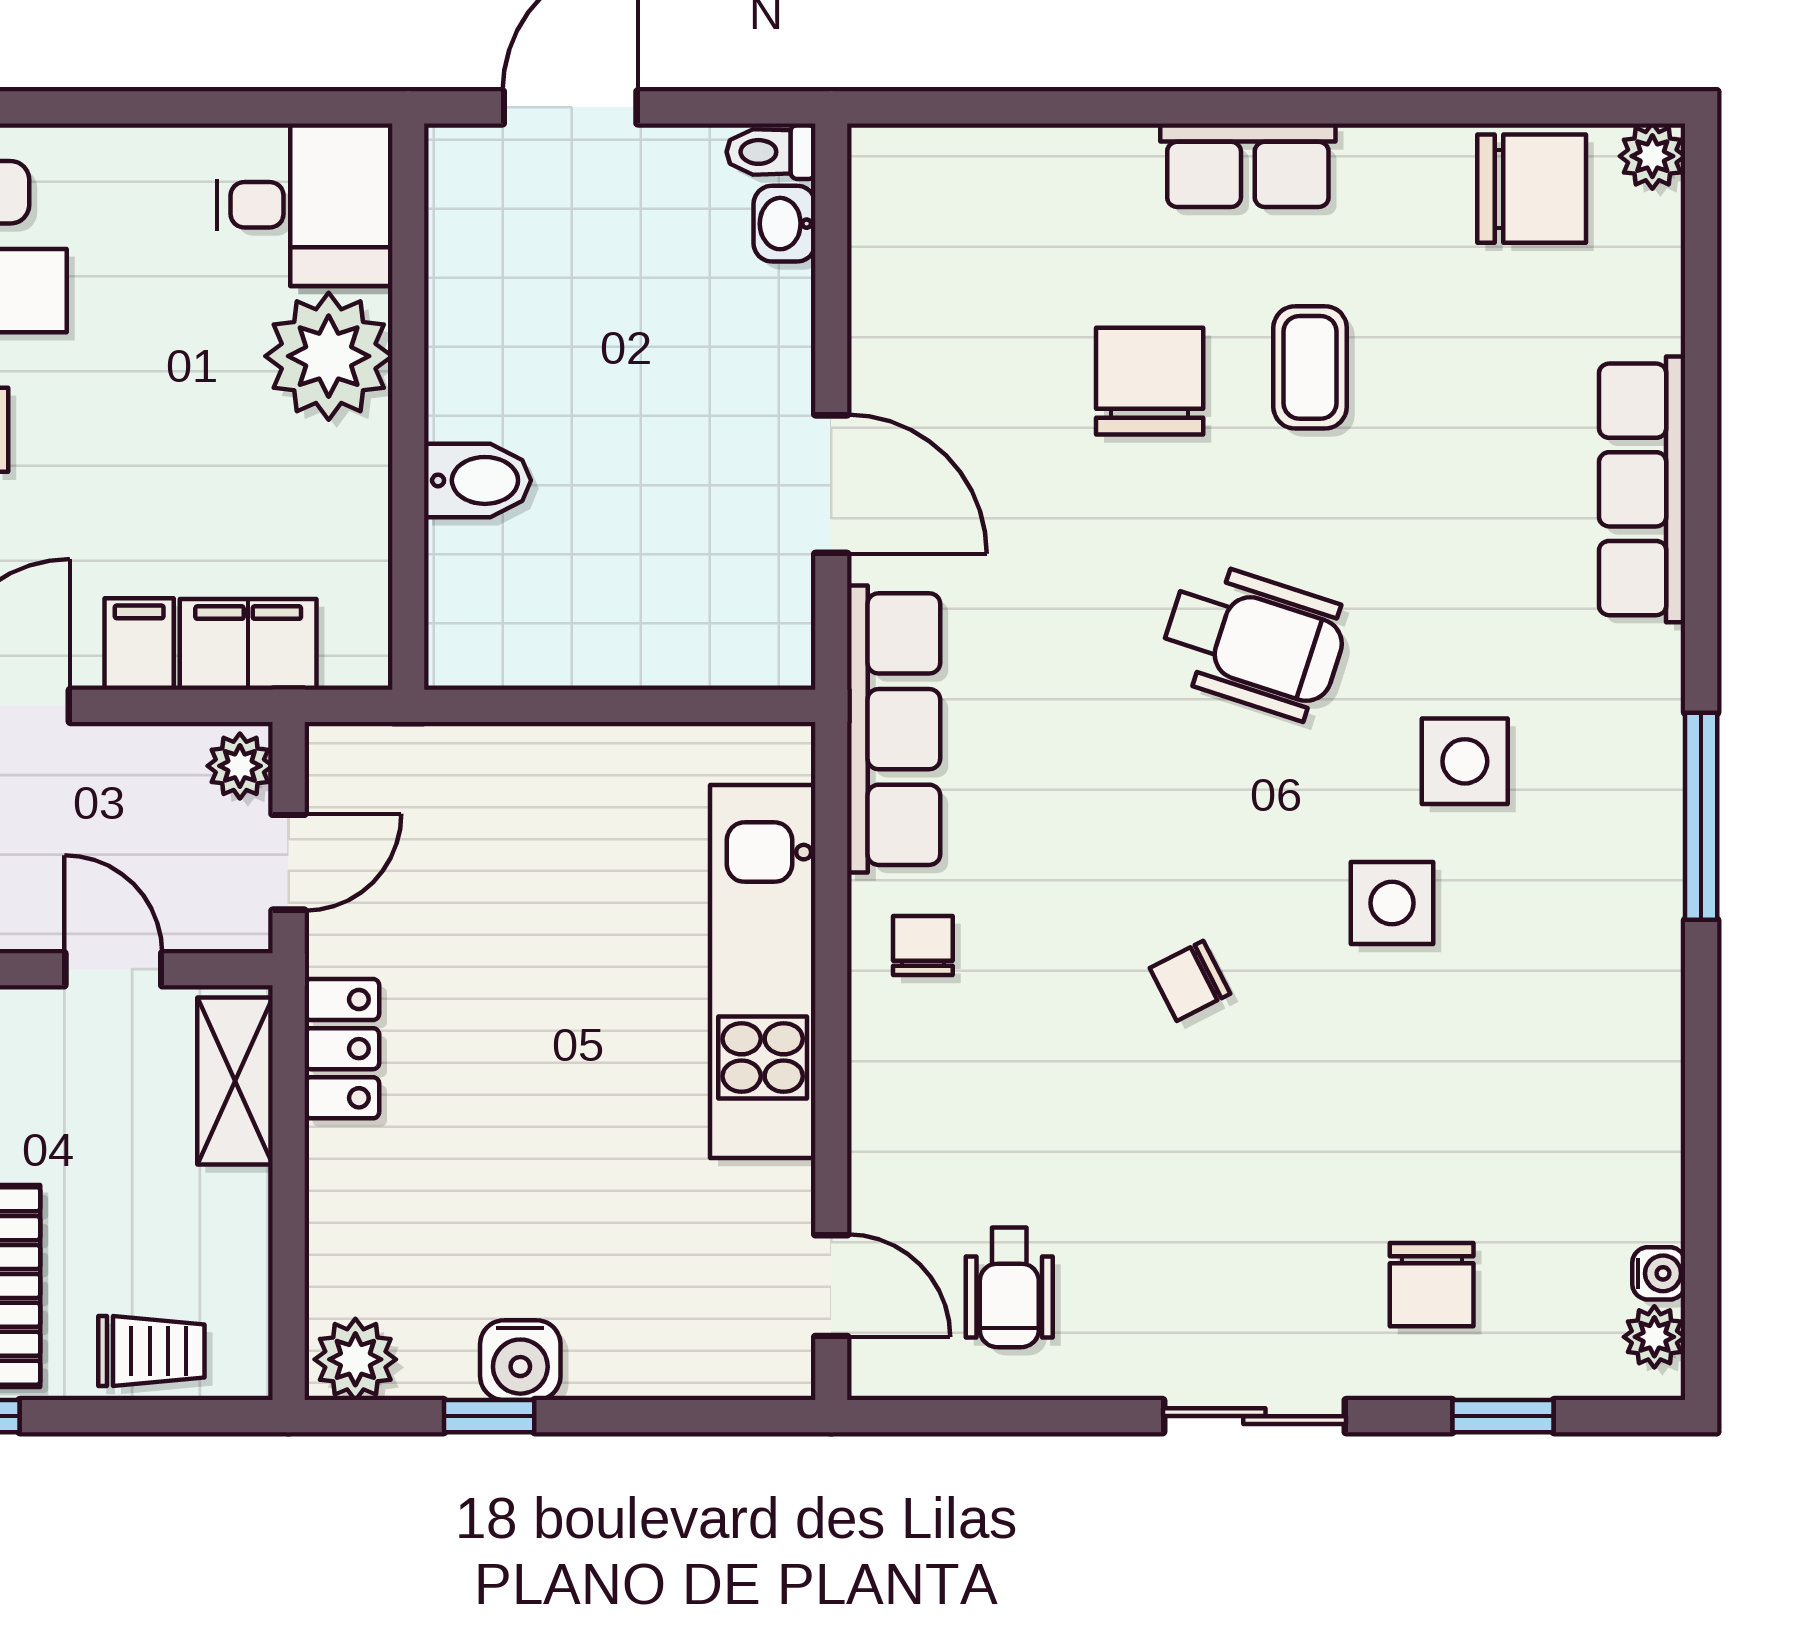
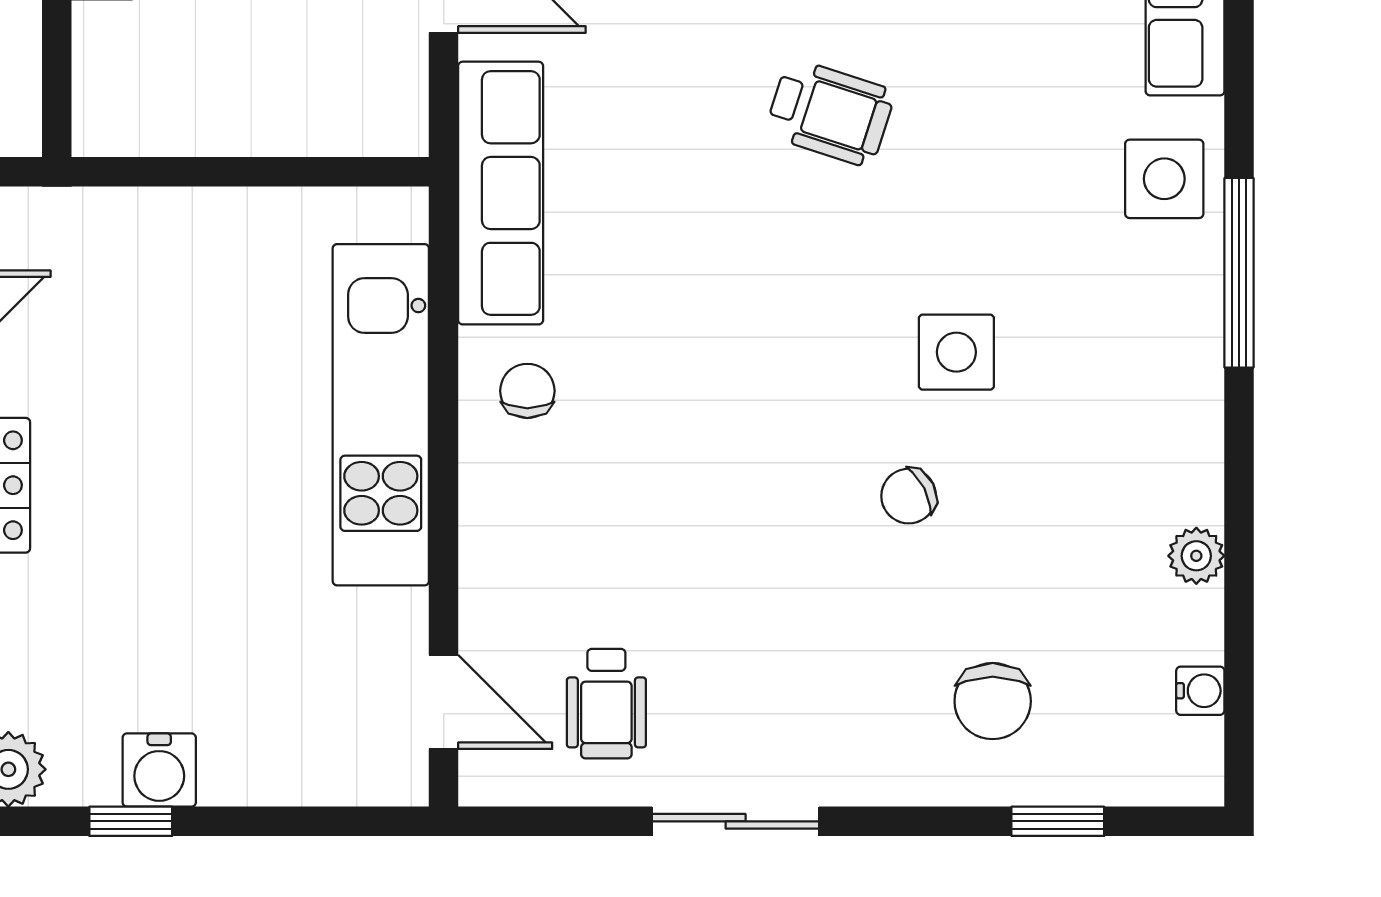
wheelchair: (1254, 641) -> (830, 113), width x0.73, depth x0.73
side table: (1465, 761) -> (1164, 179), moved
chair: (1190, 981) -> (909, 496), moved
plant: (1654, 1337) -> (1196, 556), moved
sliding door: (1254, 1416) -> (736, 821), moved

